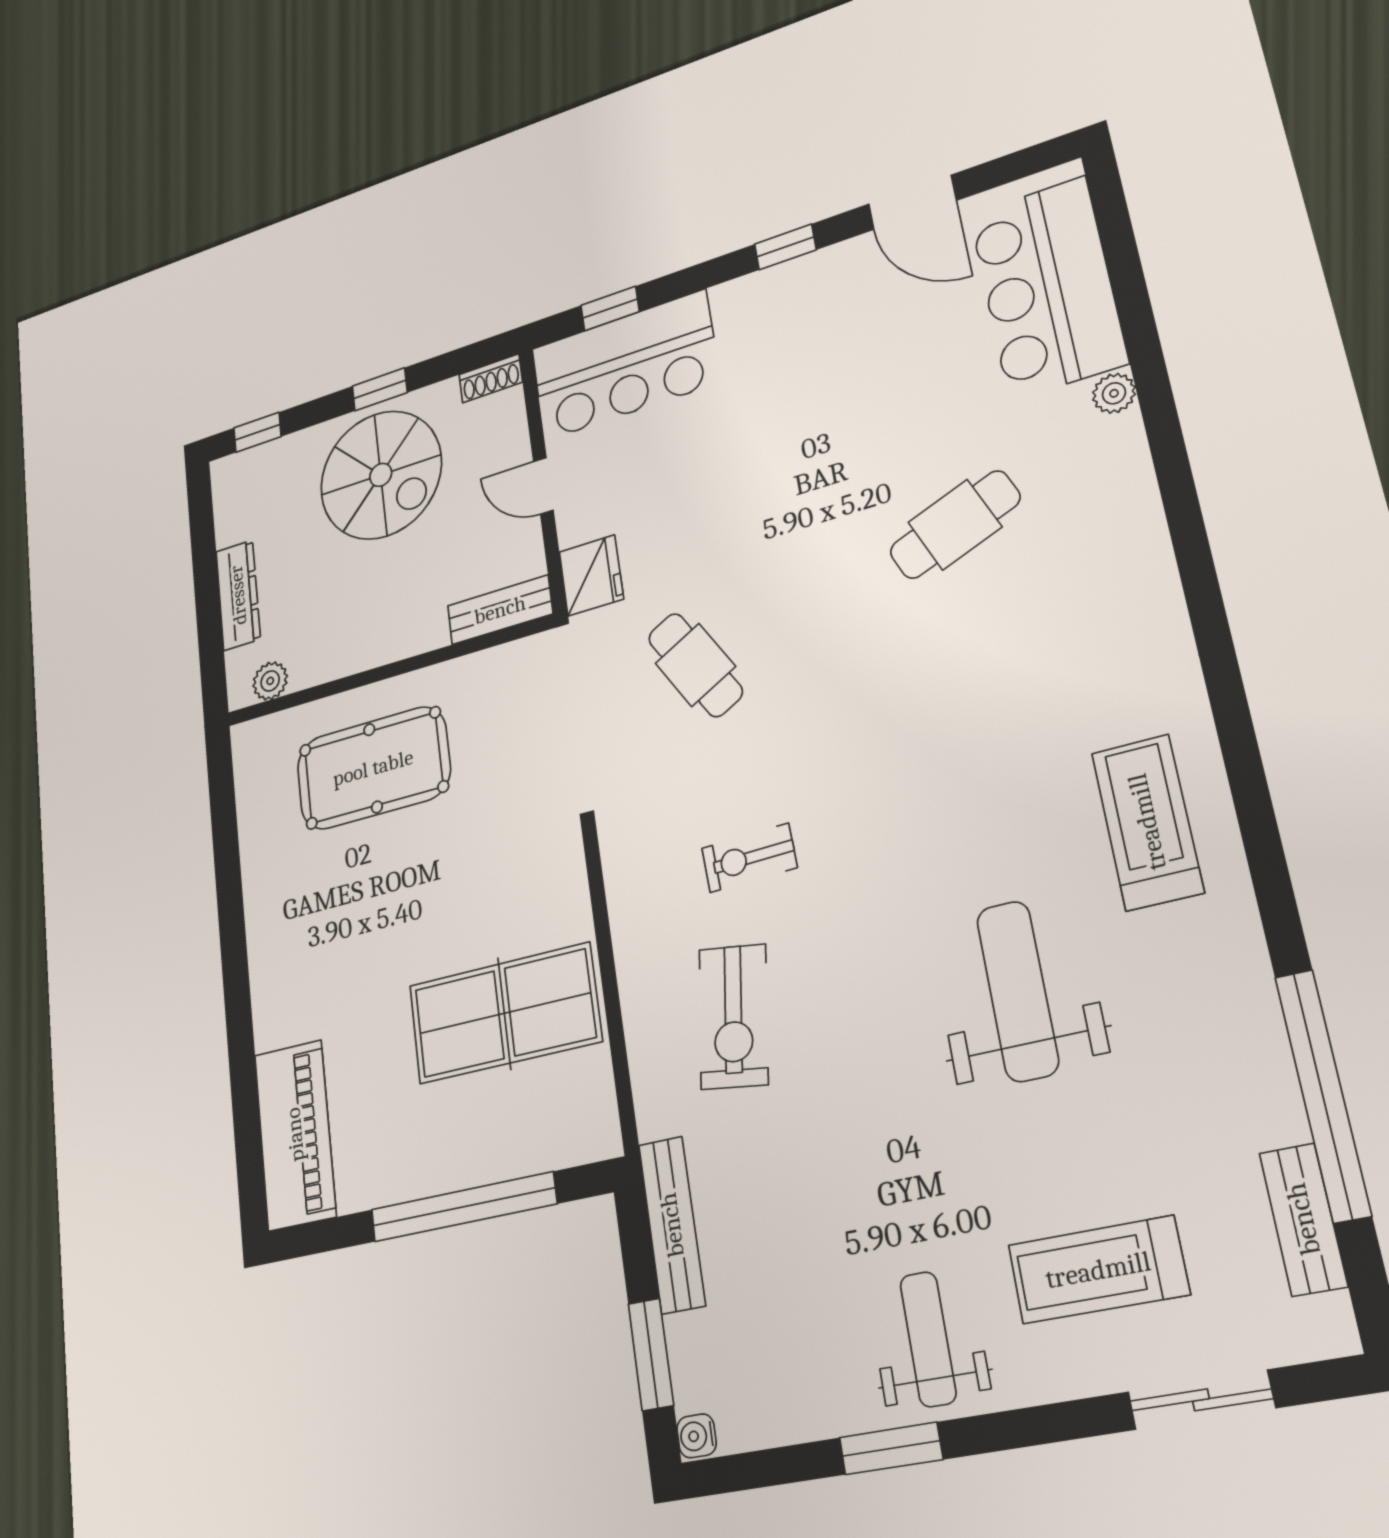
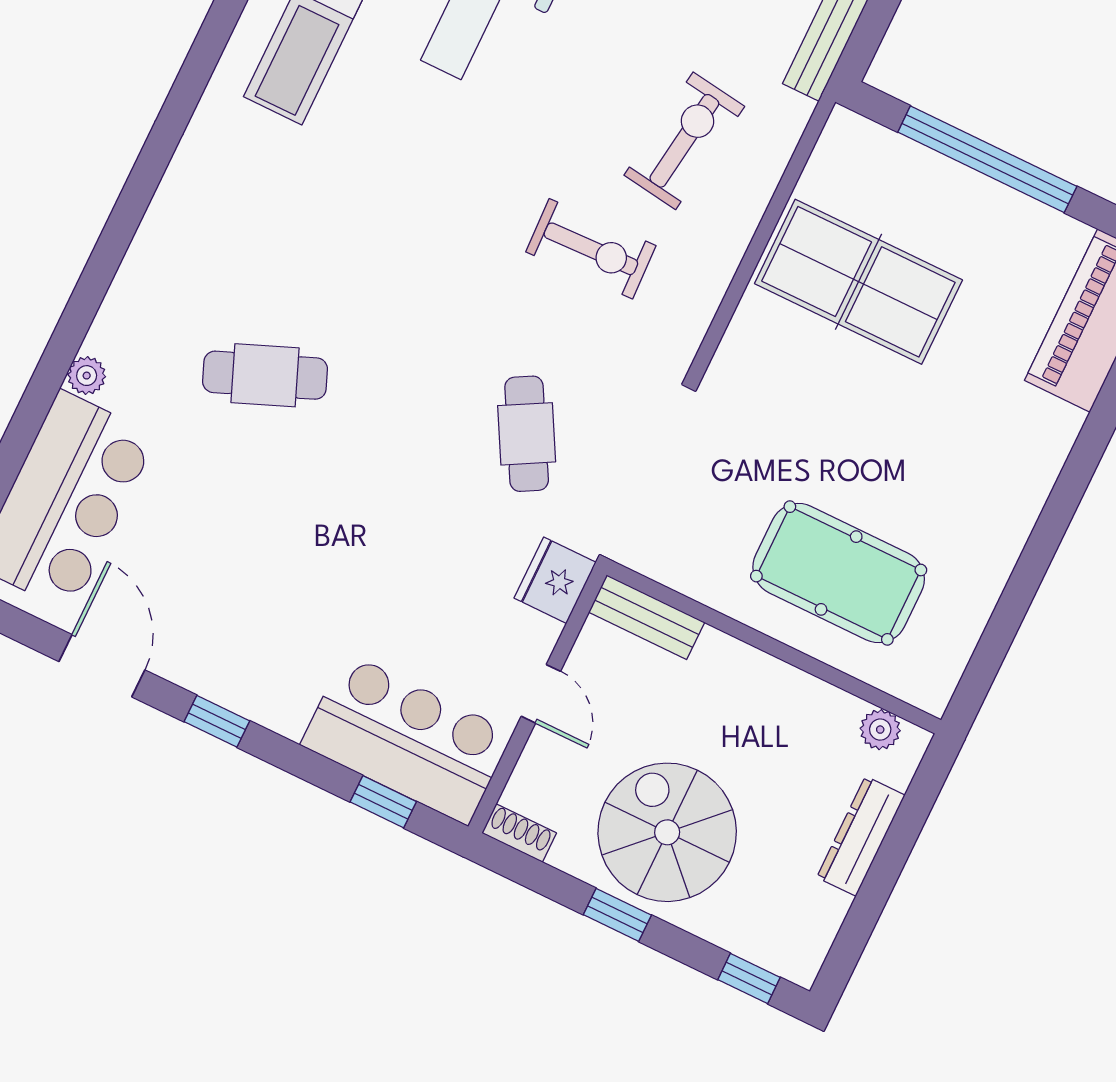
exercise bike: (749, 858) -> (591, 249), width x1.38, depth x1.39

